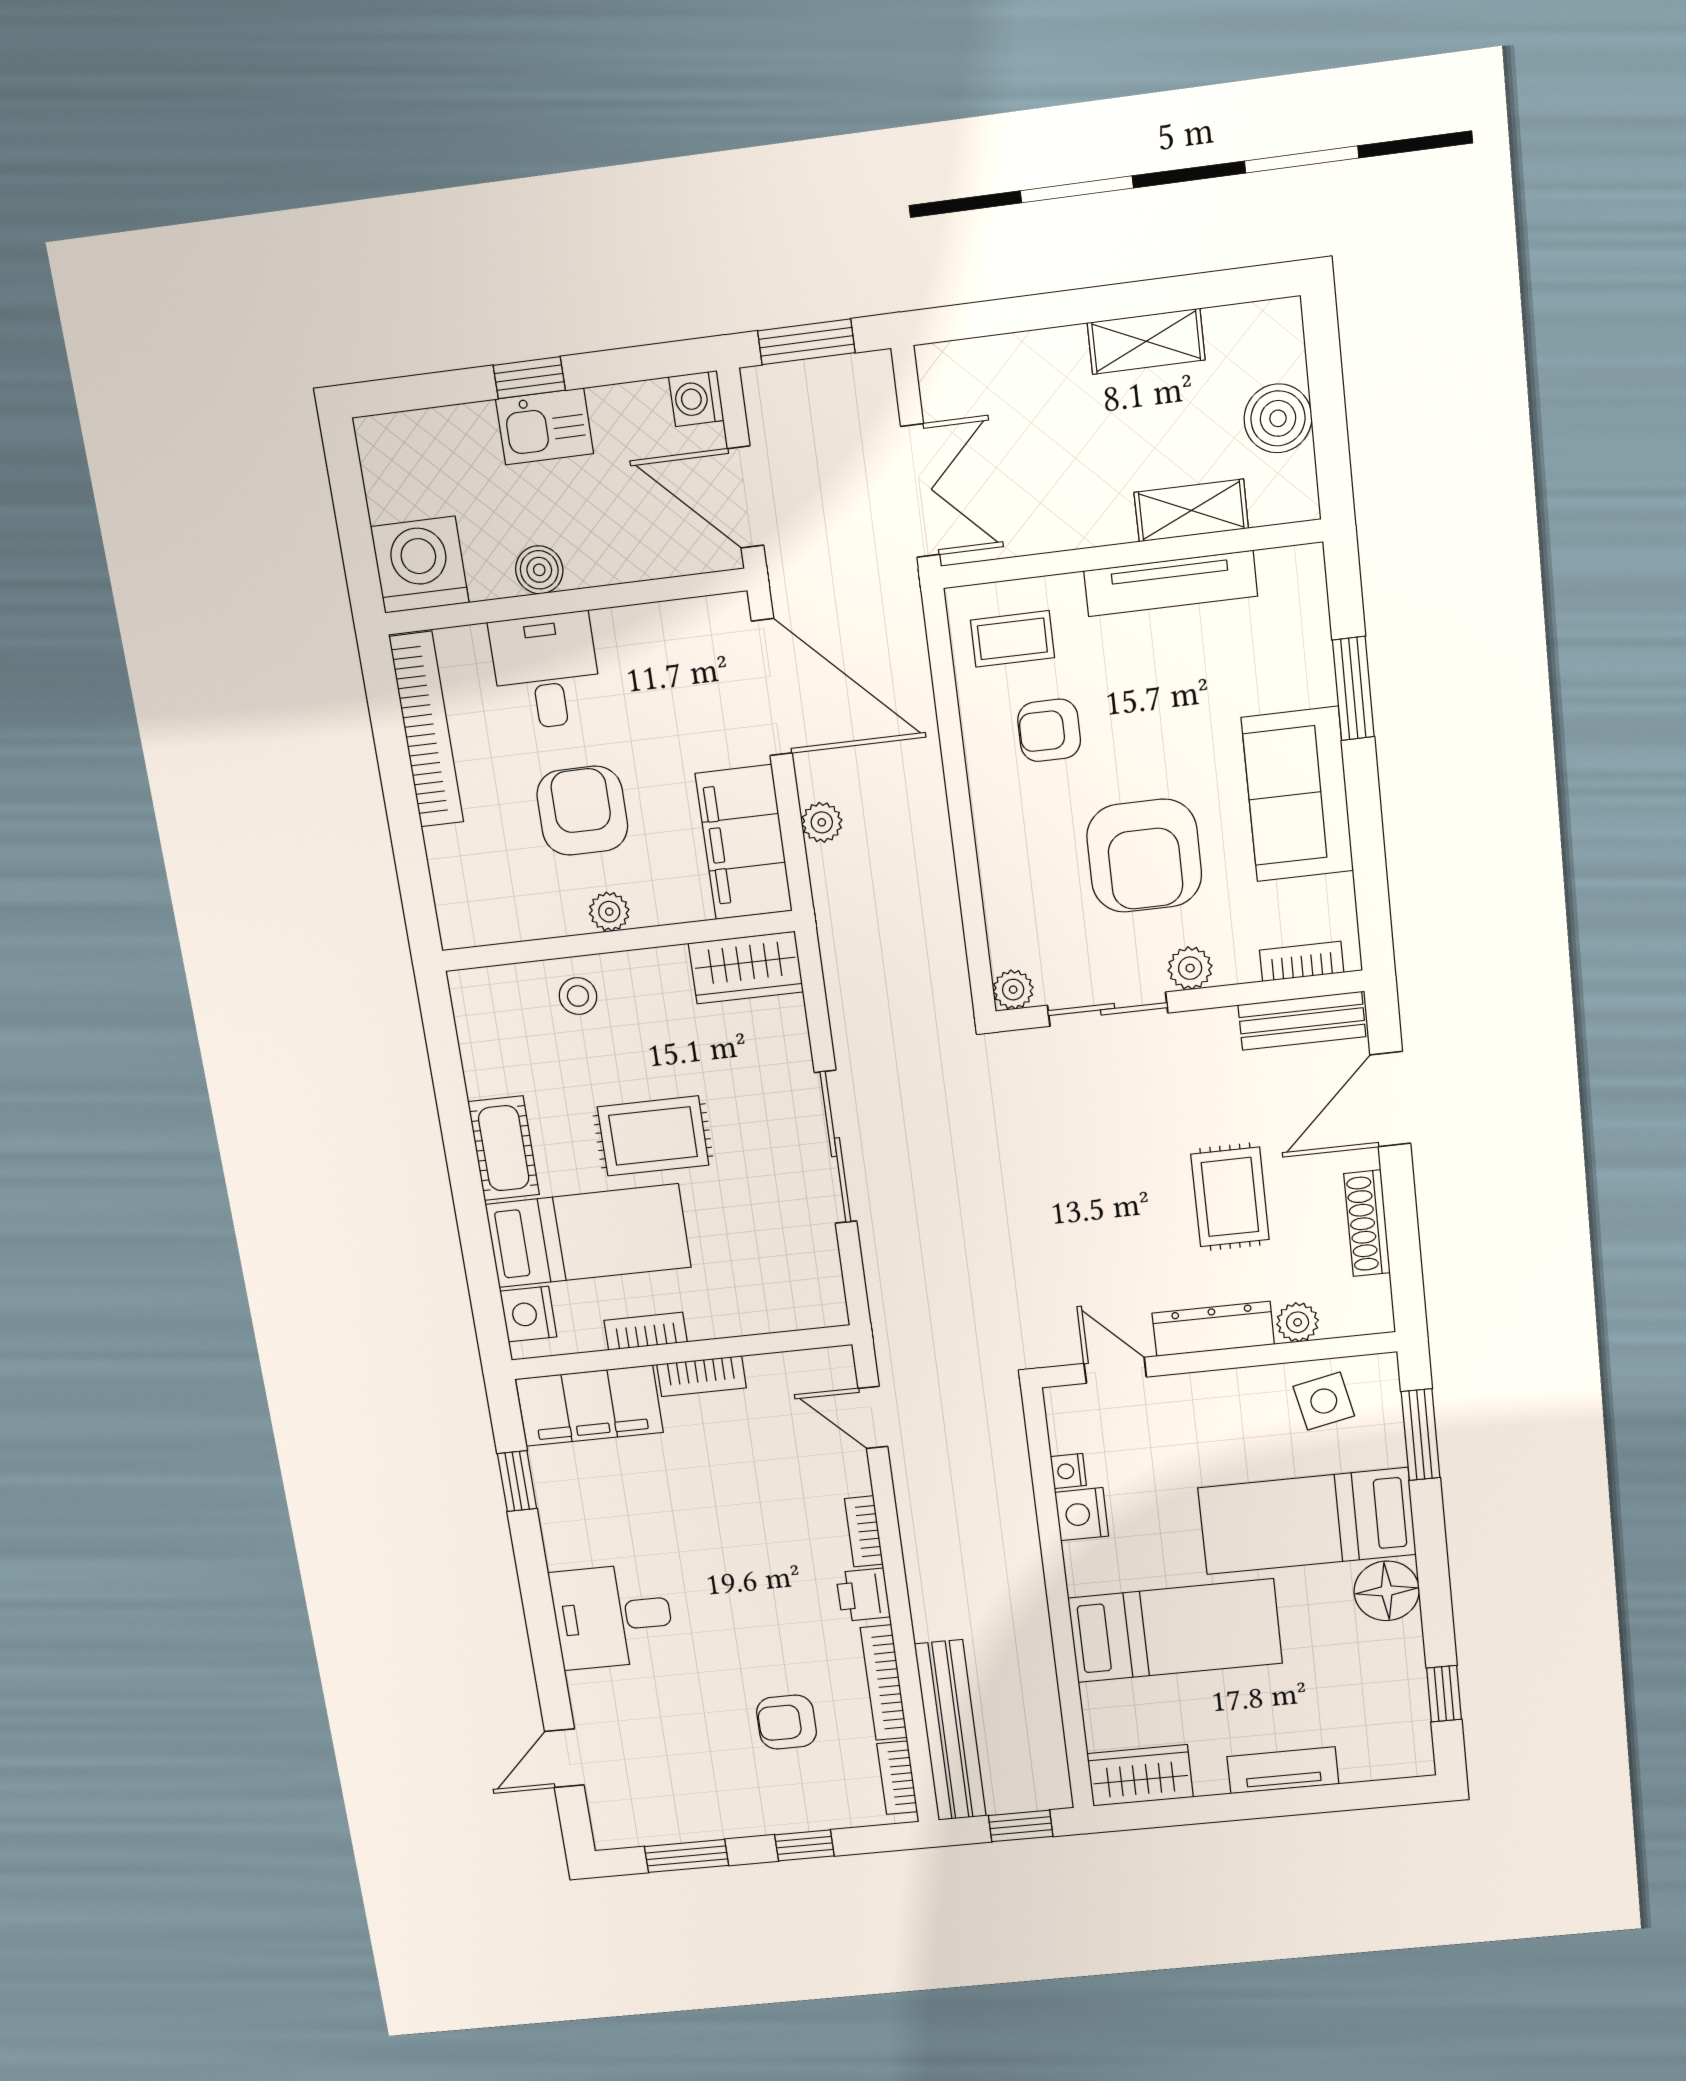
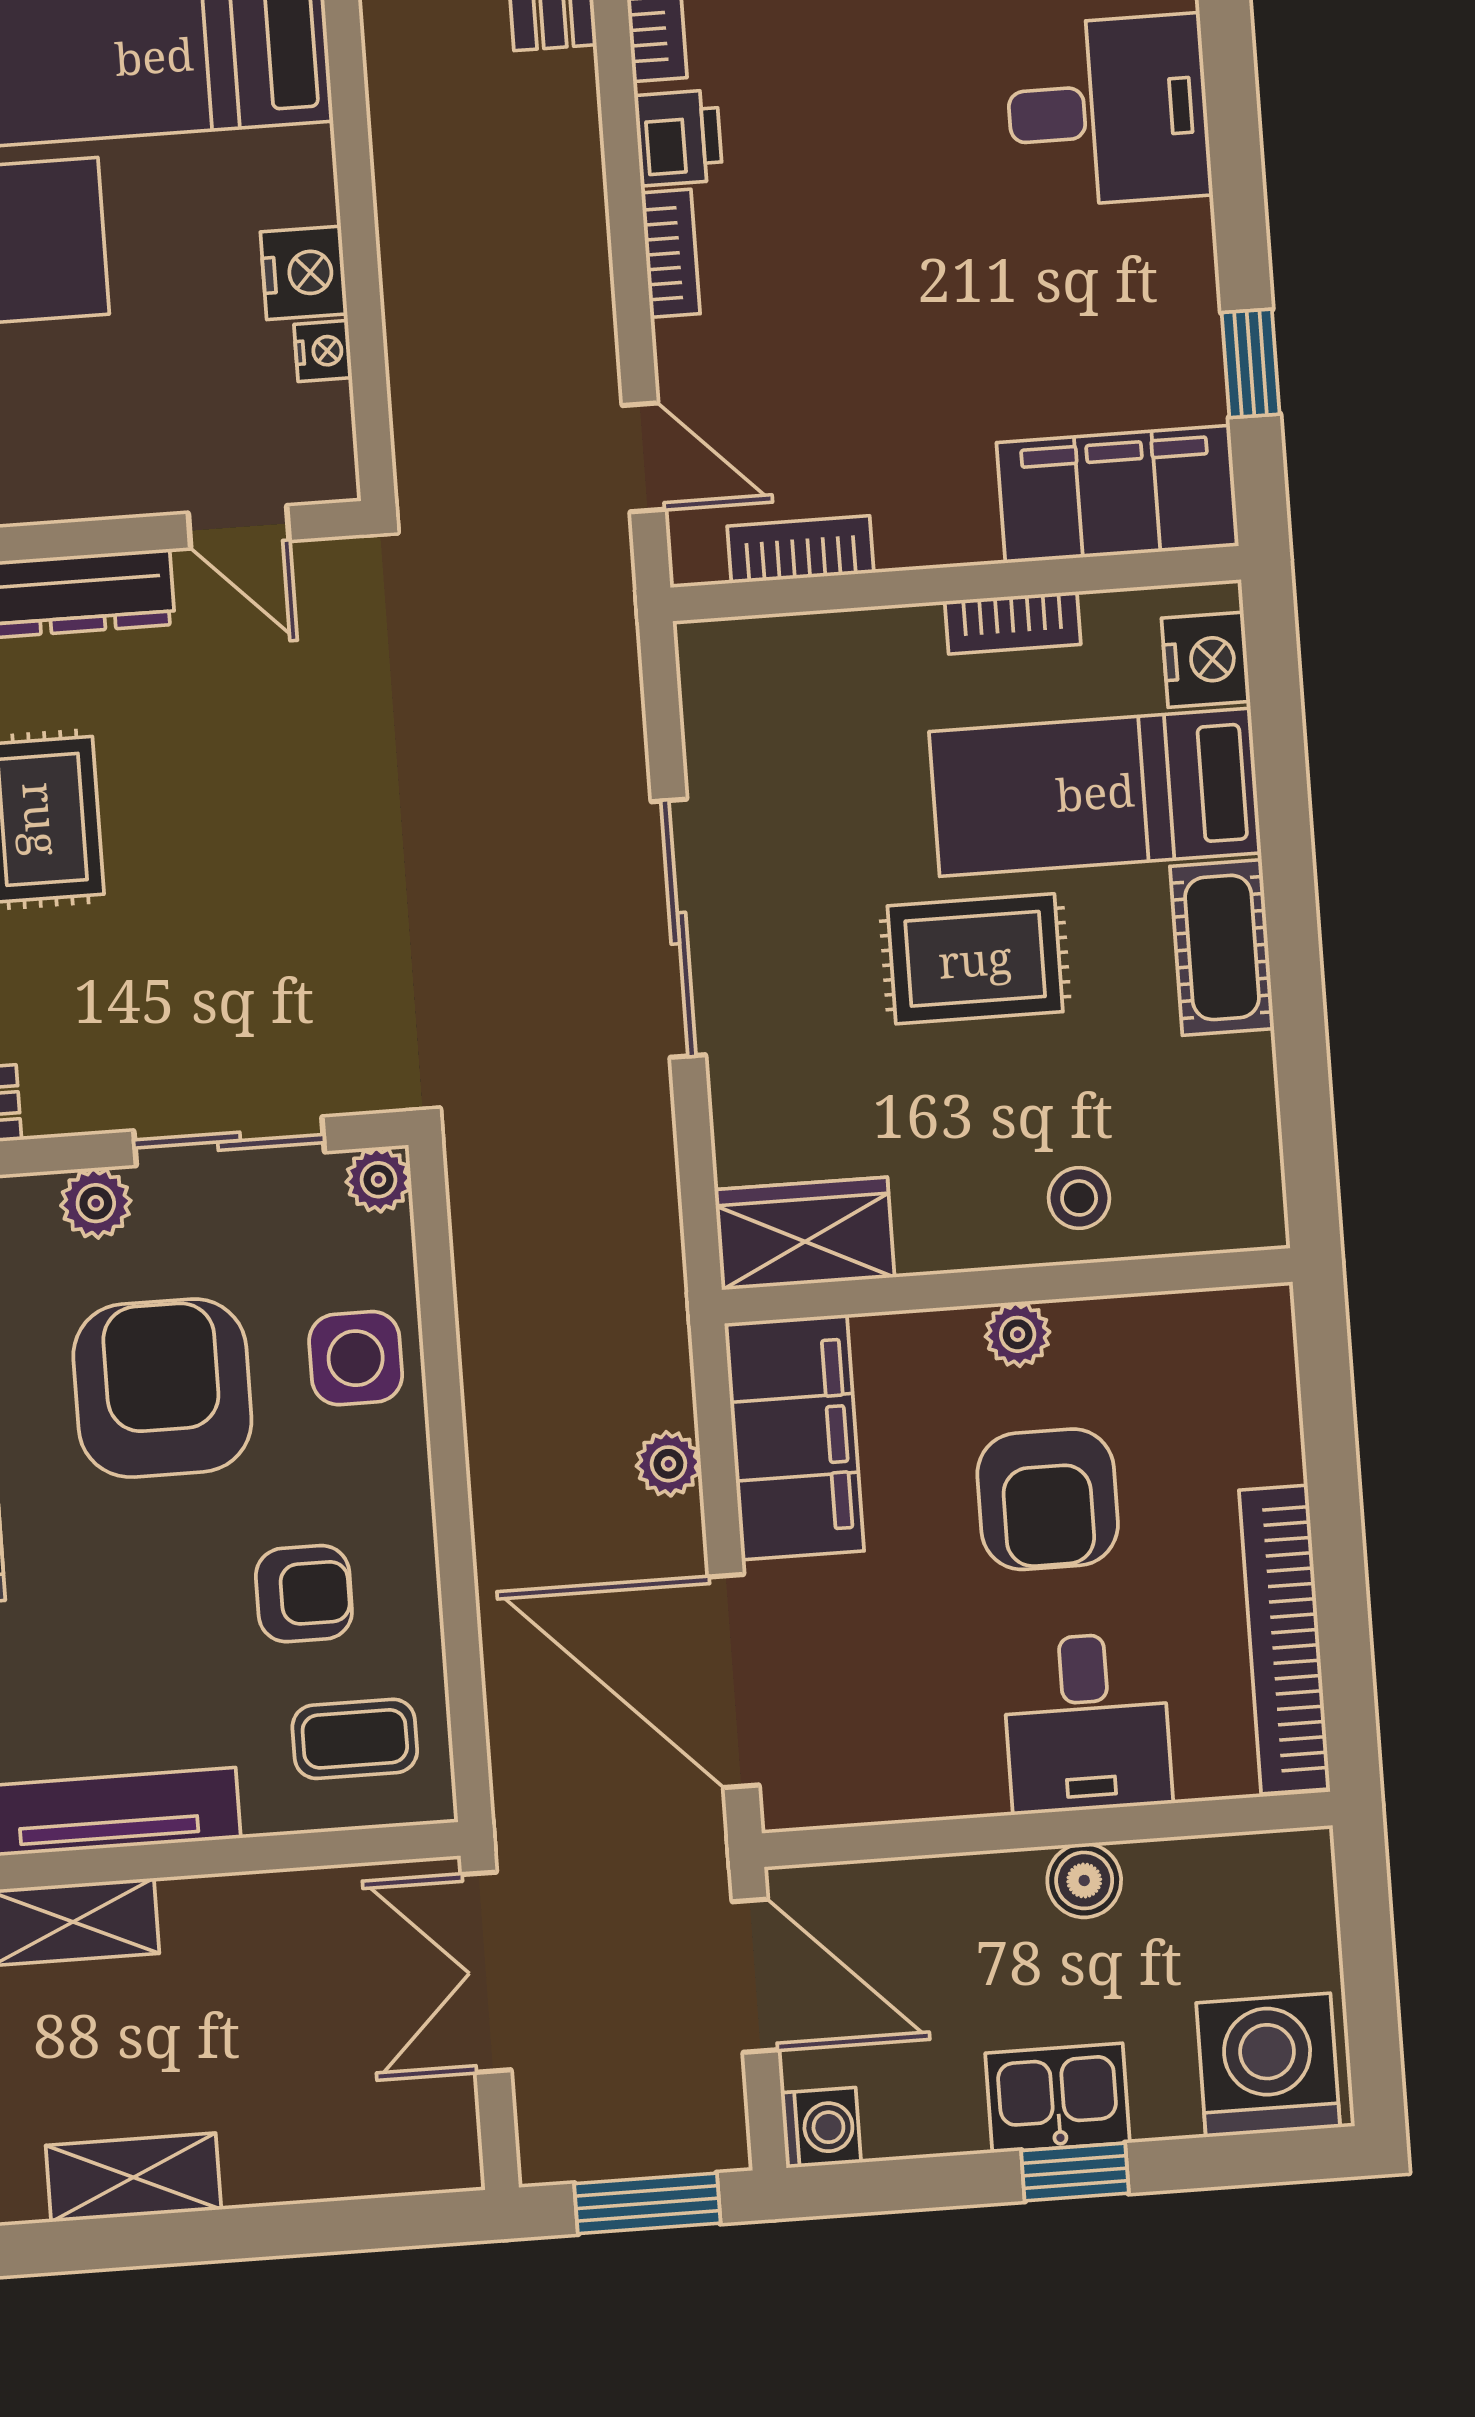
washing machine: (420, 565) -> (1268, 2065), moved, turned 180
side table: (1023, 880) -> (356, 1358), added
bookcase: (702, 1376) -> (800, 549), moved

